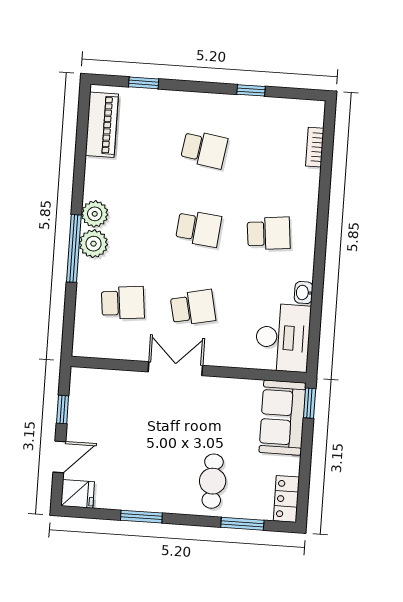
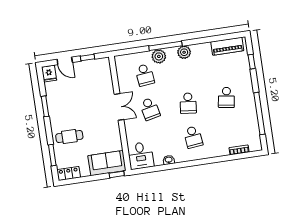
window: (251, 90) -> (259, 114), width x3.17
plant: (94, 244) -> (159, 56), moved
desk: (283, 338) -> (141, 155), width x0.73

